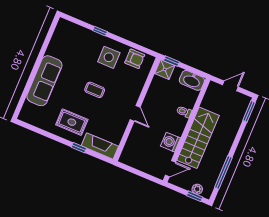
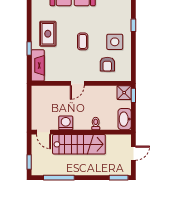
armchair: (135, 59) -> (107, 64), moved
door: (230, 86) -> (133, 153), hinge flipped
plant: (197, 189) -> (36, 162), removed

